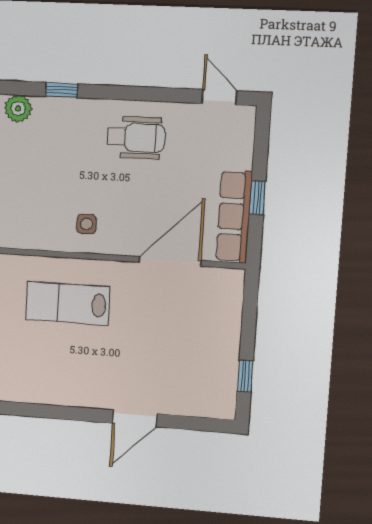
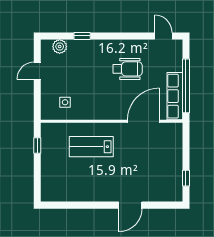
wheelchair: (136, 138) -> (127, 69), moved
window: (257, 198) -> (186, 86), width x3.17
side table: (87, 224) -> (65, 102), moved

